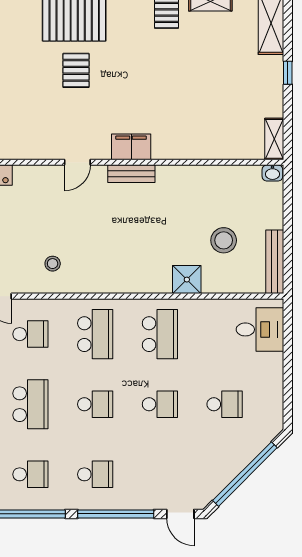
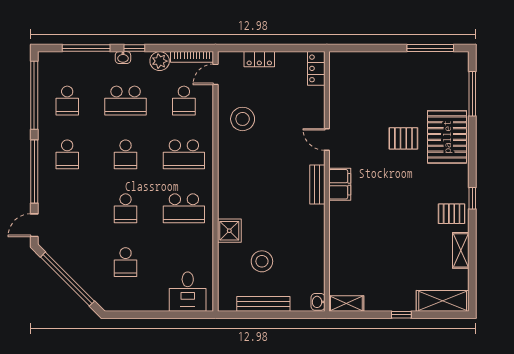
bench: (275, 262) -> (263, 304), moved
stool: (53, 264) -> (243, 119), width x1.89, depth x1.89

